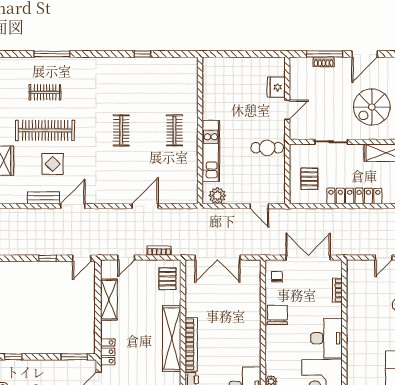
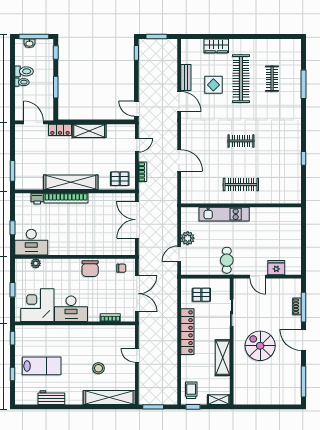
clothes rail: (175, 130) -> (241, 185), width x1.36
plant: (217, 196) -> (188, 238), moved
window: (48, 258) -> (136, 53), moved
door: (126, 258) -> (137, 145), swing flipped
shelving: (109, 300) -> (89, 131), moved
chair: (277, 315) -> (90, 269), turned 90
window: (74, 357) -> (56, 87), moved

